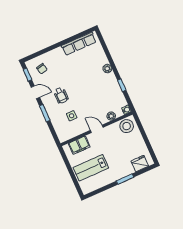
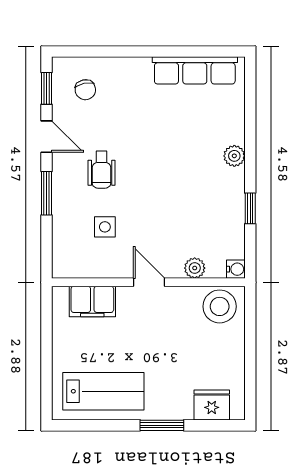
lab bench: (91, 168) -> (103, 391), moved, turned 180

